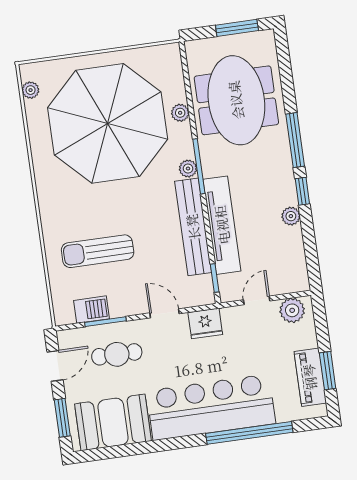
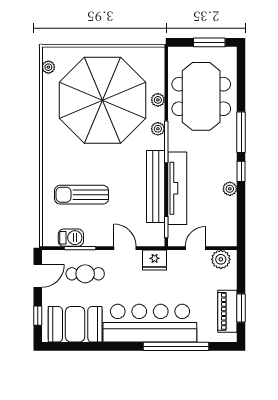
plant: (188, 169) -> (158, 129), moved
window: (62, 418) -> (38, 316), width x0.67

